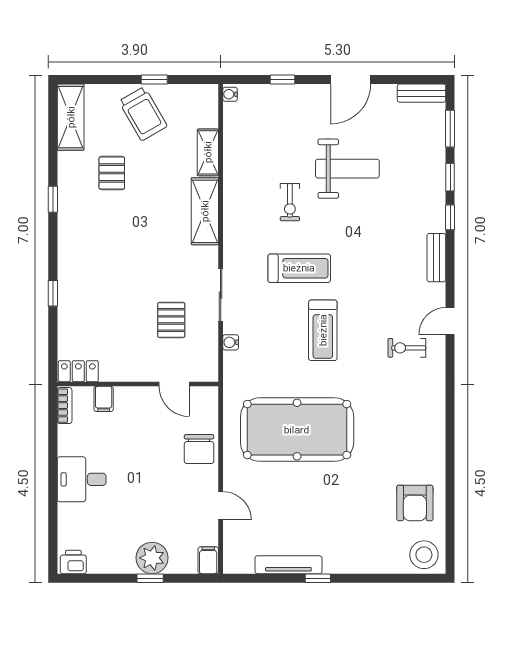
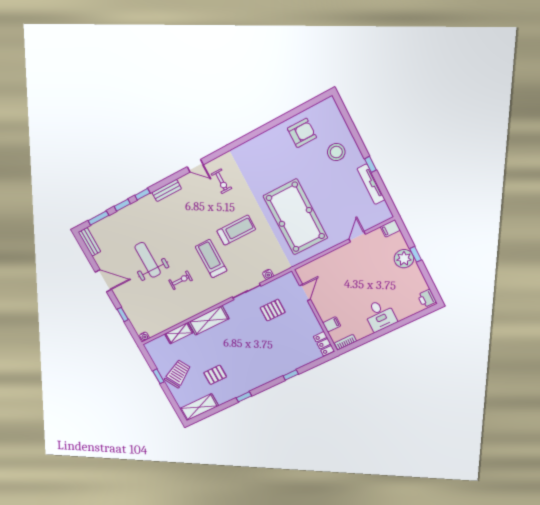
chair: (199, 449) -> (333, 263), removed
stool: (424, 555) -> (336, 152), moved

